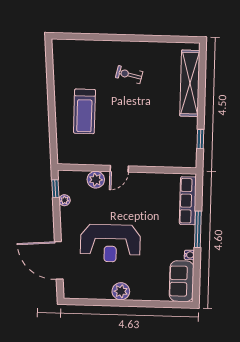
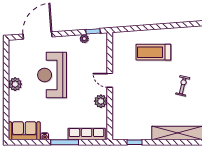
plant: (96, 180) -> (101, 101), moved

